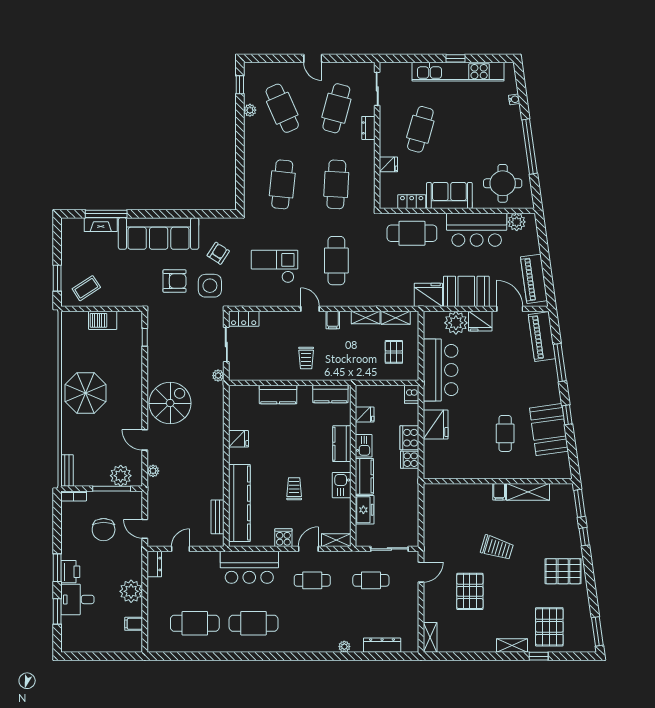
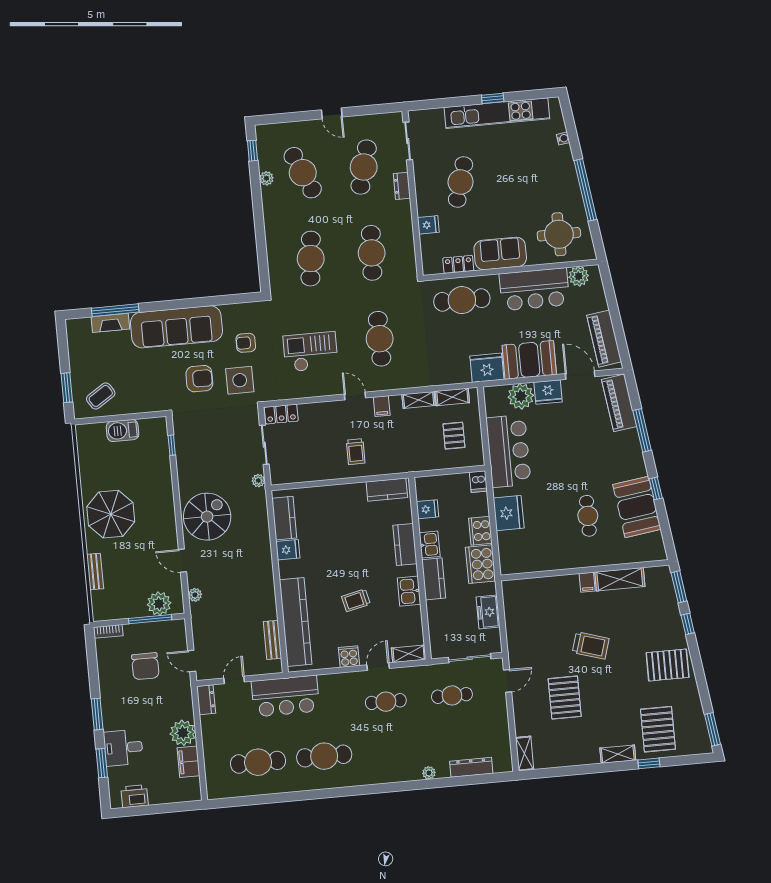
armchair: (218, 253) -> (246, 343), turned -123
kitchen counter: (278, 395) -> (284, 518), moved, turned -90
cooker: (410, 460) -> (481, 564), width x1.87, depth x1.31
bench: (67, 470) -> (95, 572), moved
trolley: (294, 489) -> (356, 600), turned -103
freezer: (365, 510) -> (488, 612), moved, turned 180
bar counter: (249, 567) -> (285, 696), moved
printer: (70, 572) -> (135, 796), moved, turned -90
filing cabinet: (134, 624) -> (188, 762), width x2.00

